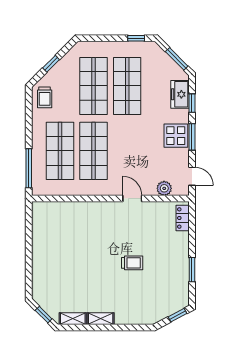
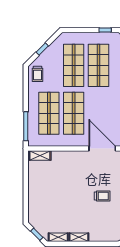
door: (132, 199) -> (102, 149), width x1.87
shelving: (48, 208) -> (40, 156), added

